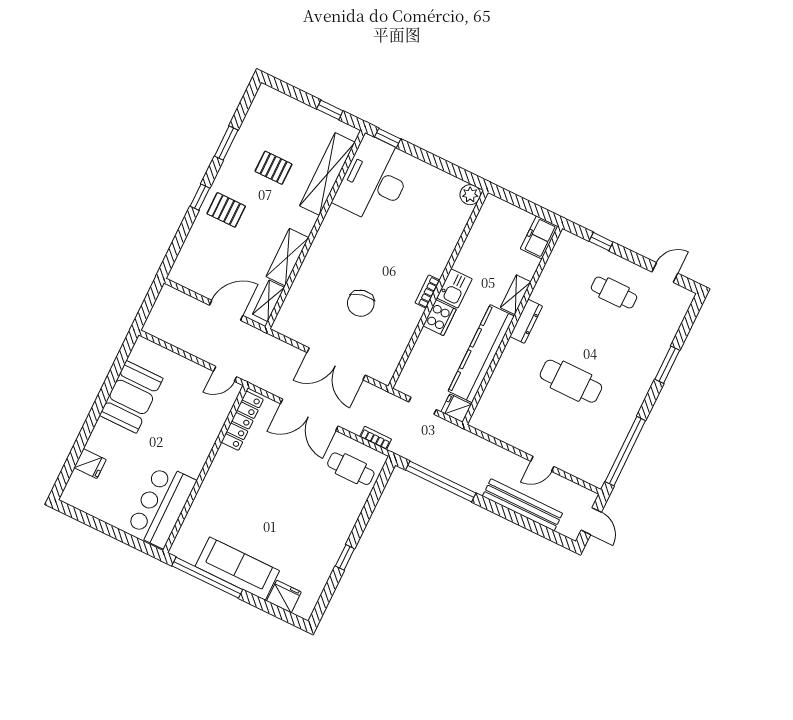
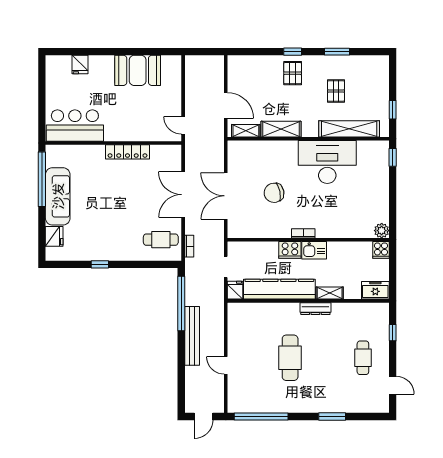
desk: (374, 180) -> (327, 162), moved
cooker: (494, 207) -> (381, 250), added
locker: (242, 421) -> (127, 152), moved
cafe table: (351, 469) -> (161, 240), turned 90
bench: (522, 505) -> (192, 336), moved

